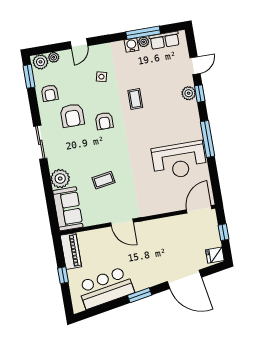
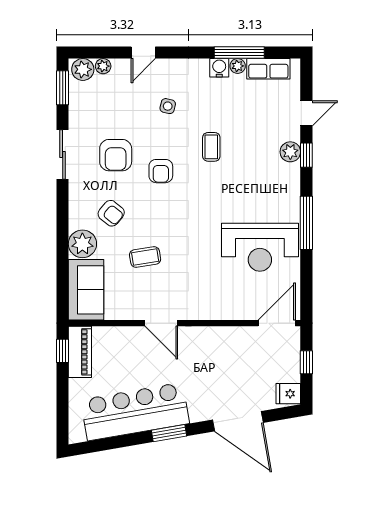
armchair: (50, 93) -> (111, 213), moved, turned -51
sliding door: (40, 142) -> (63, 154), moved
window: (63, 275) -> (63, 351), moved
bar counter: (106, 288) -> (135, 412), width x1.36

